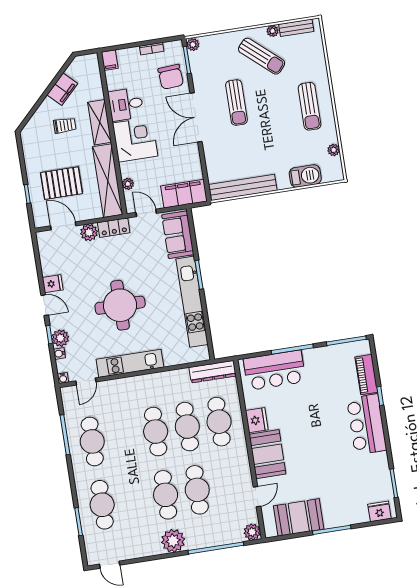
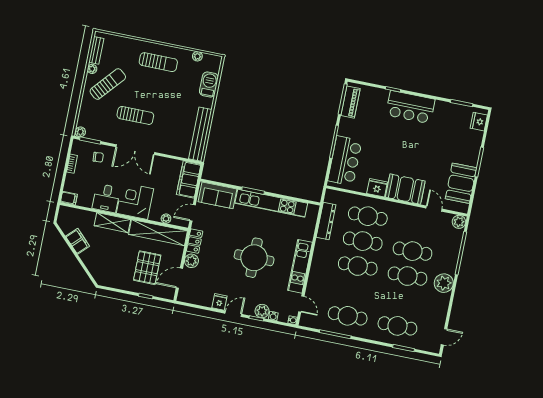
chair: (171, 77) -> (98, 157), width x0.54, depth x0.54
trolley: (65, 125) -> (105, 249), removed
dresser: (213, 372) -> (326, 221), moved
piano: (366, 375) -> (350, 102), moved, turned -90

